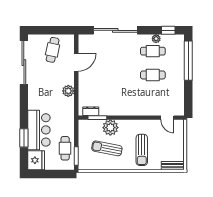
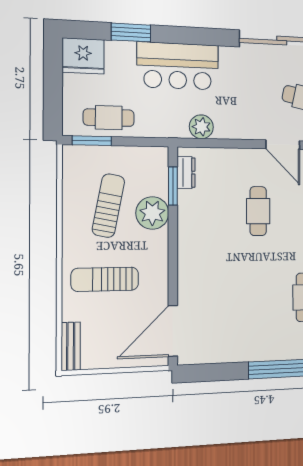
cafe table: (153, 75) -> (258, 211), moved
plant: (68, 91) -> (201, 127), moved
door: (167, 118) -> (173, 331), width x1.87
bar counter: (39, 130) -> (178, 66), moved

